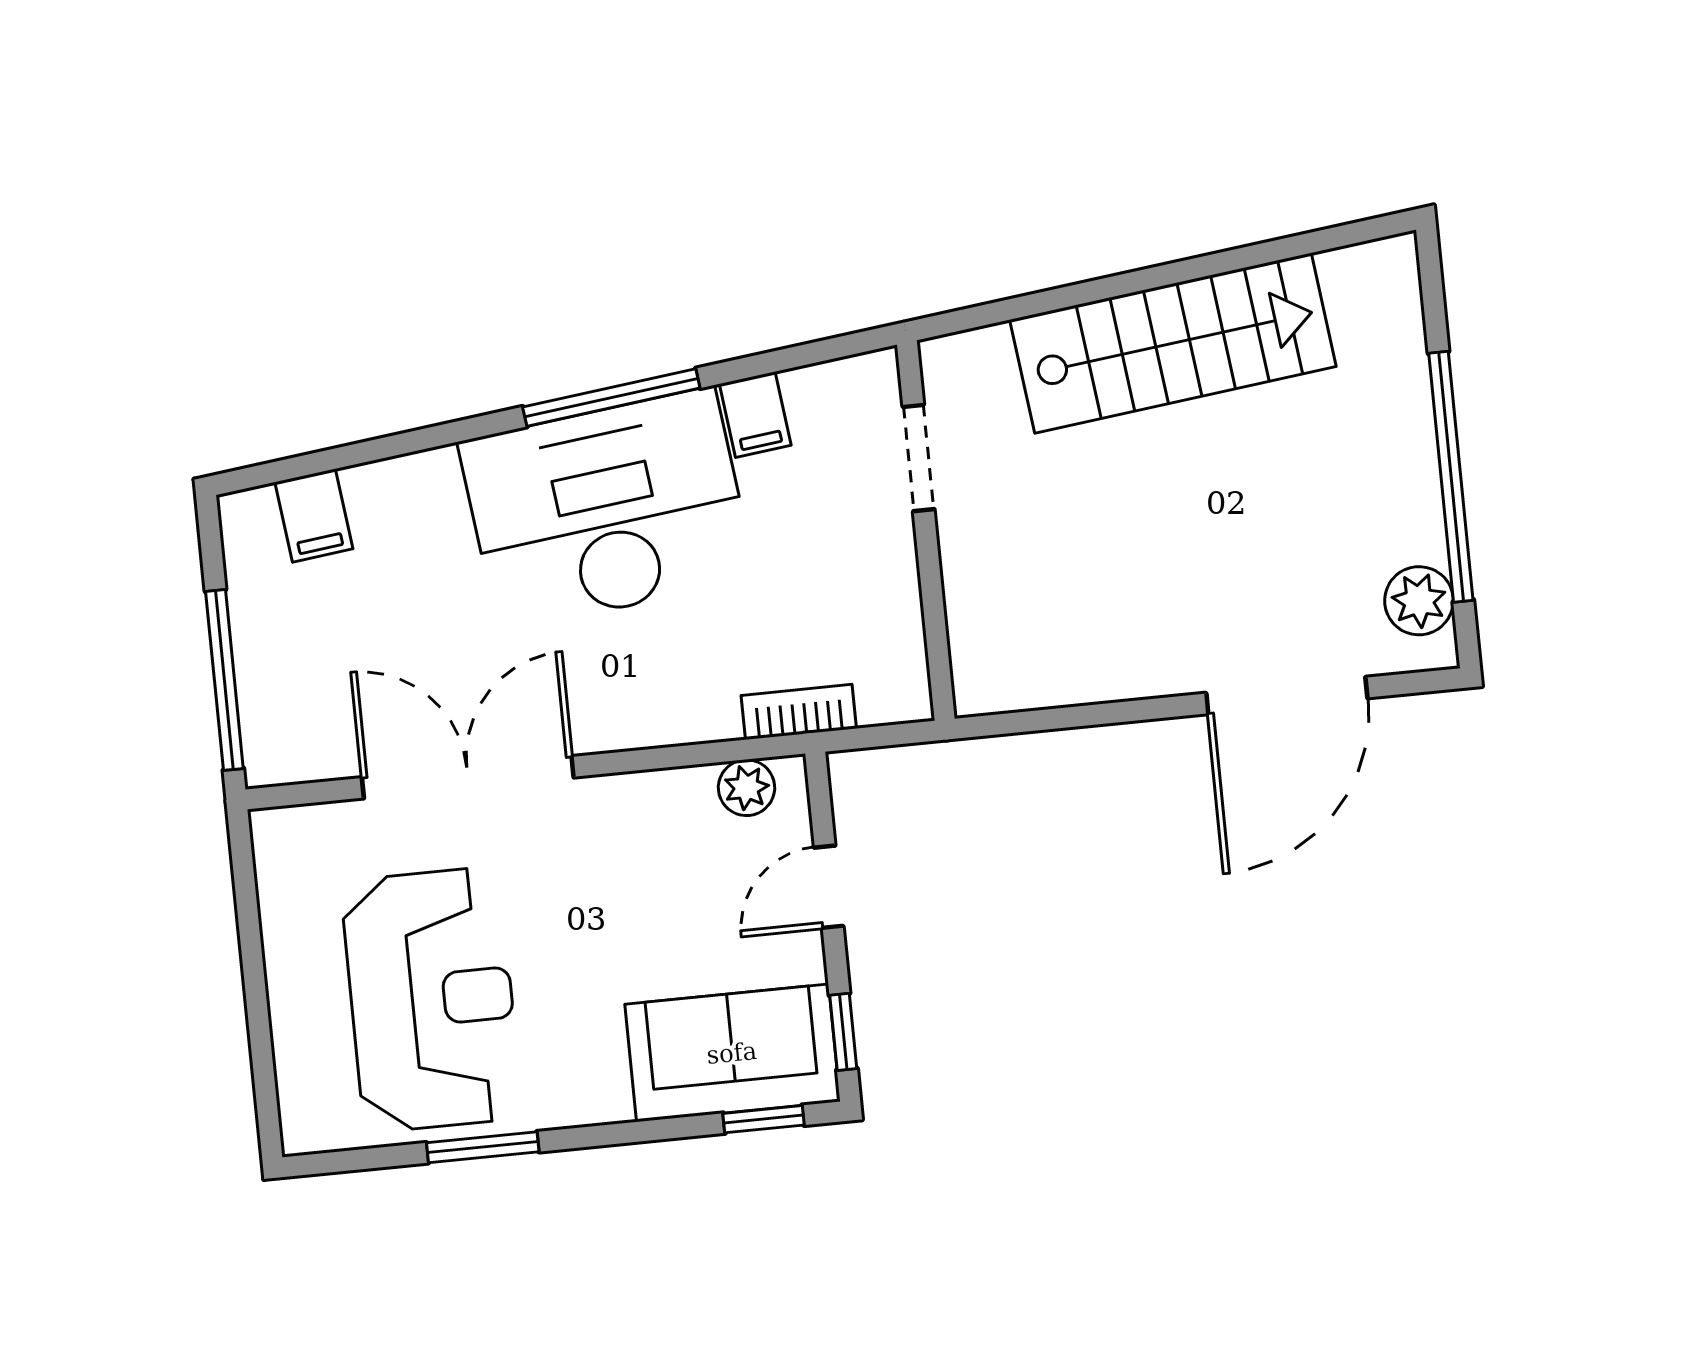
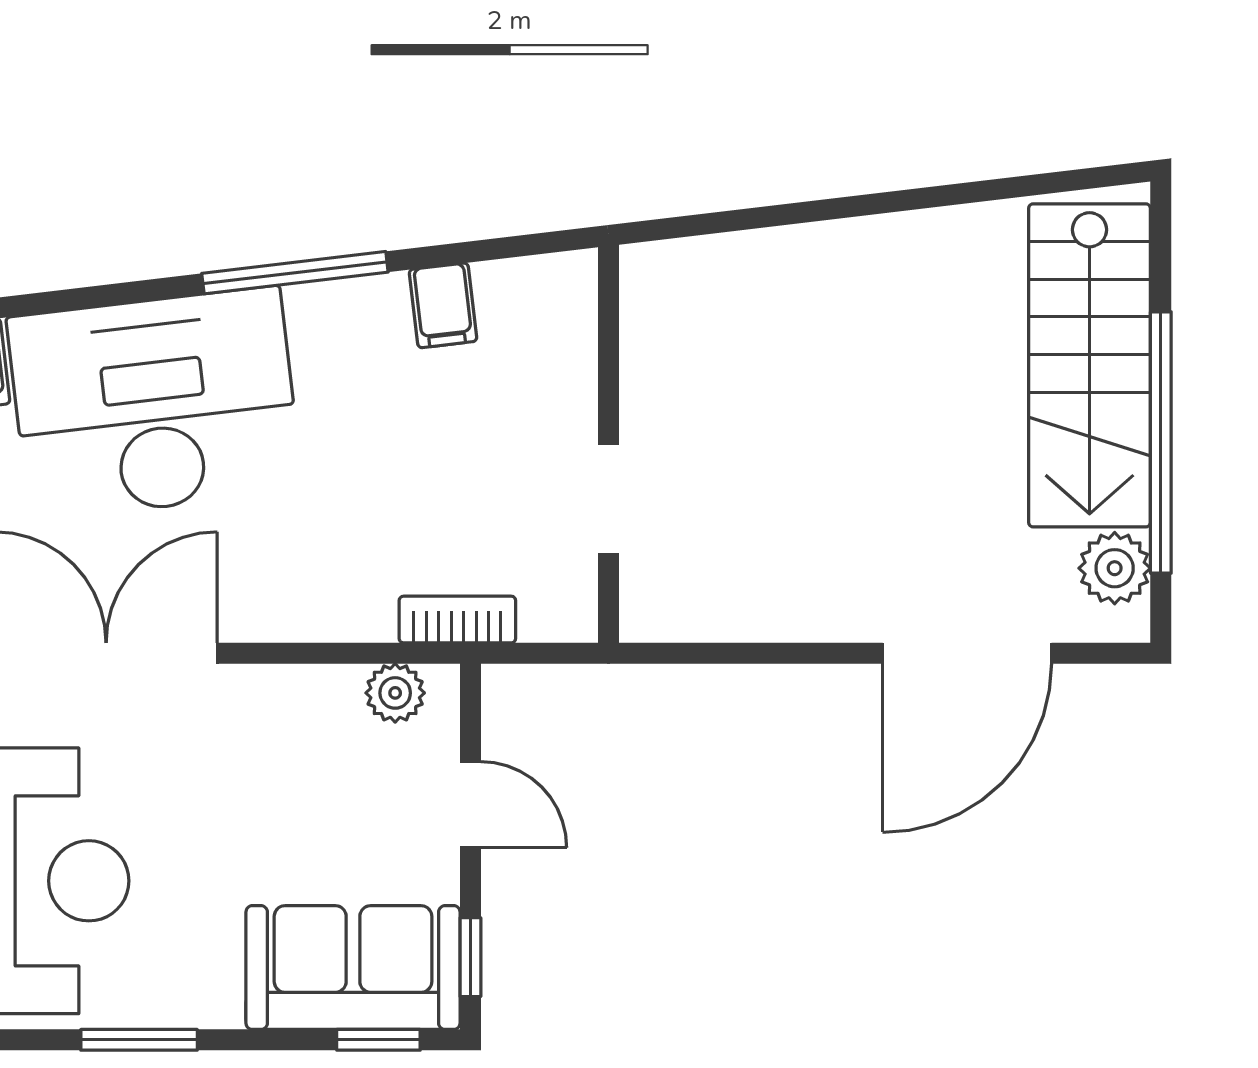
stairs: (1173, 343) -> (1090, 365), moved, turned 97
doorway: (919, 458) -> (608, 499), moved
desk: (607, 510) -> (155, 404), moved
door: (829, 887) -> (470, 805), swing flipped
window: (483, 1147) -> (139, 1040), moved

